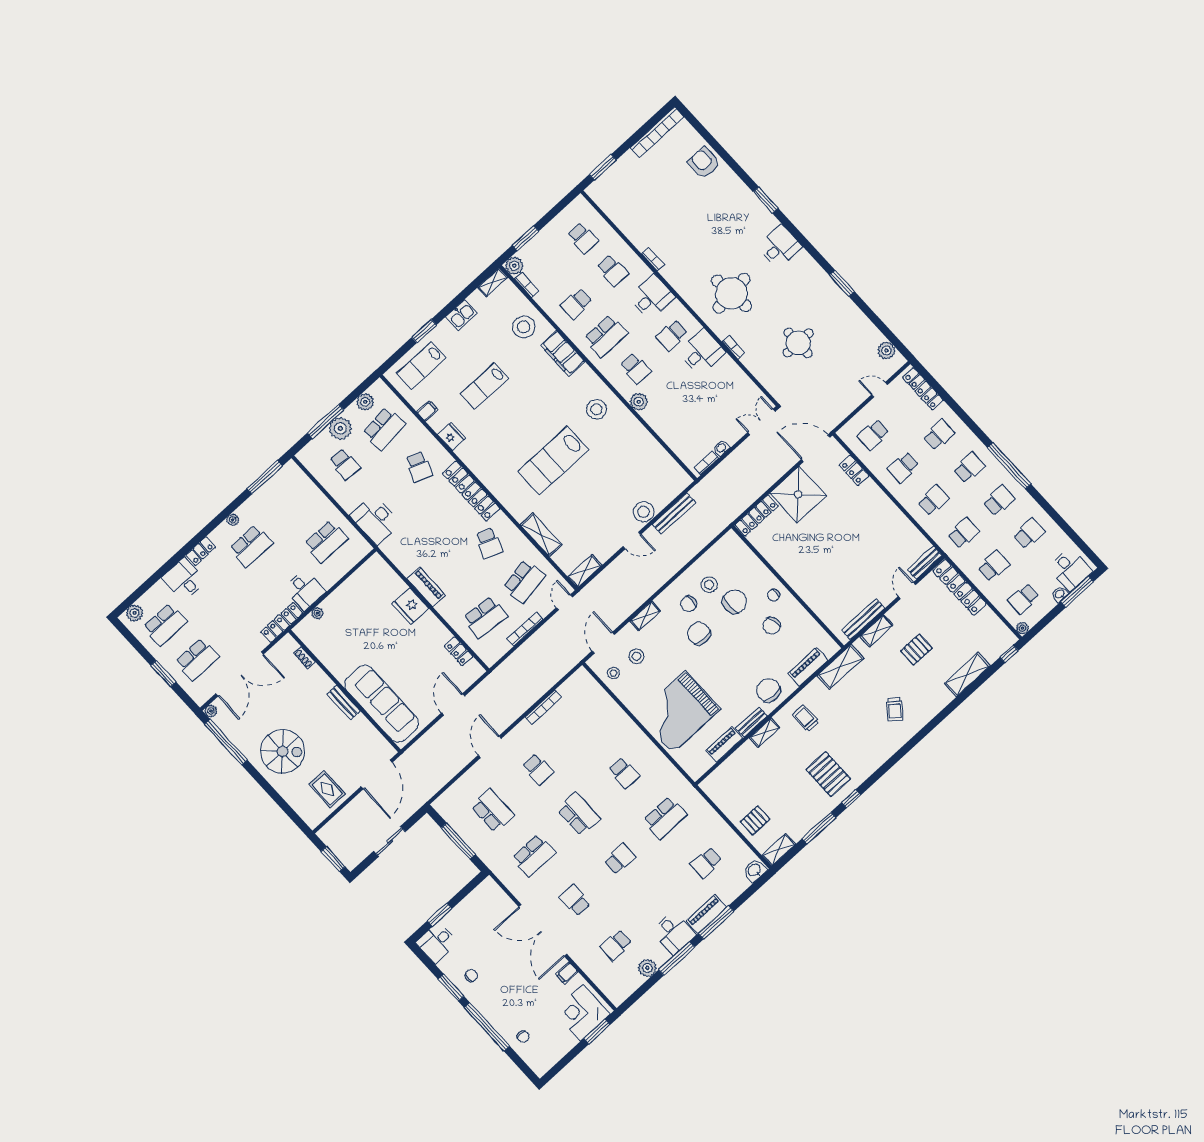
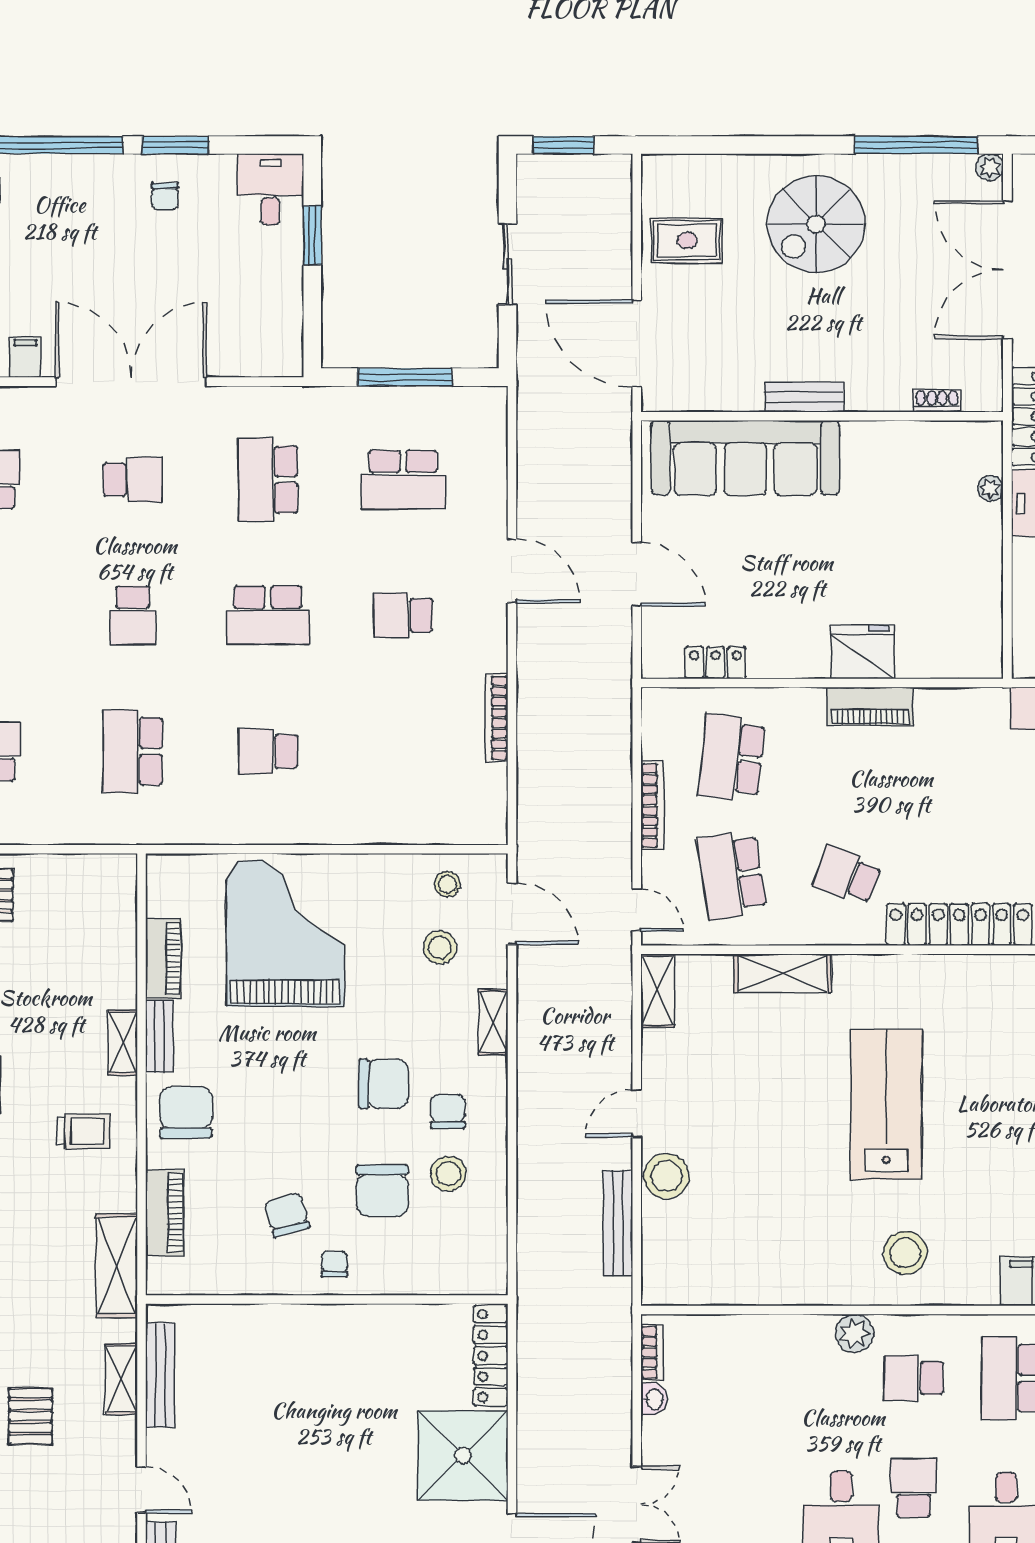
chair: (768, 690) -> (186, 1112), turned -90

